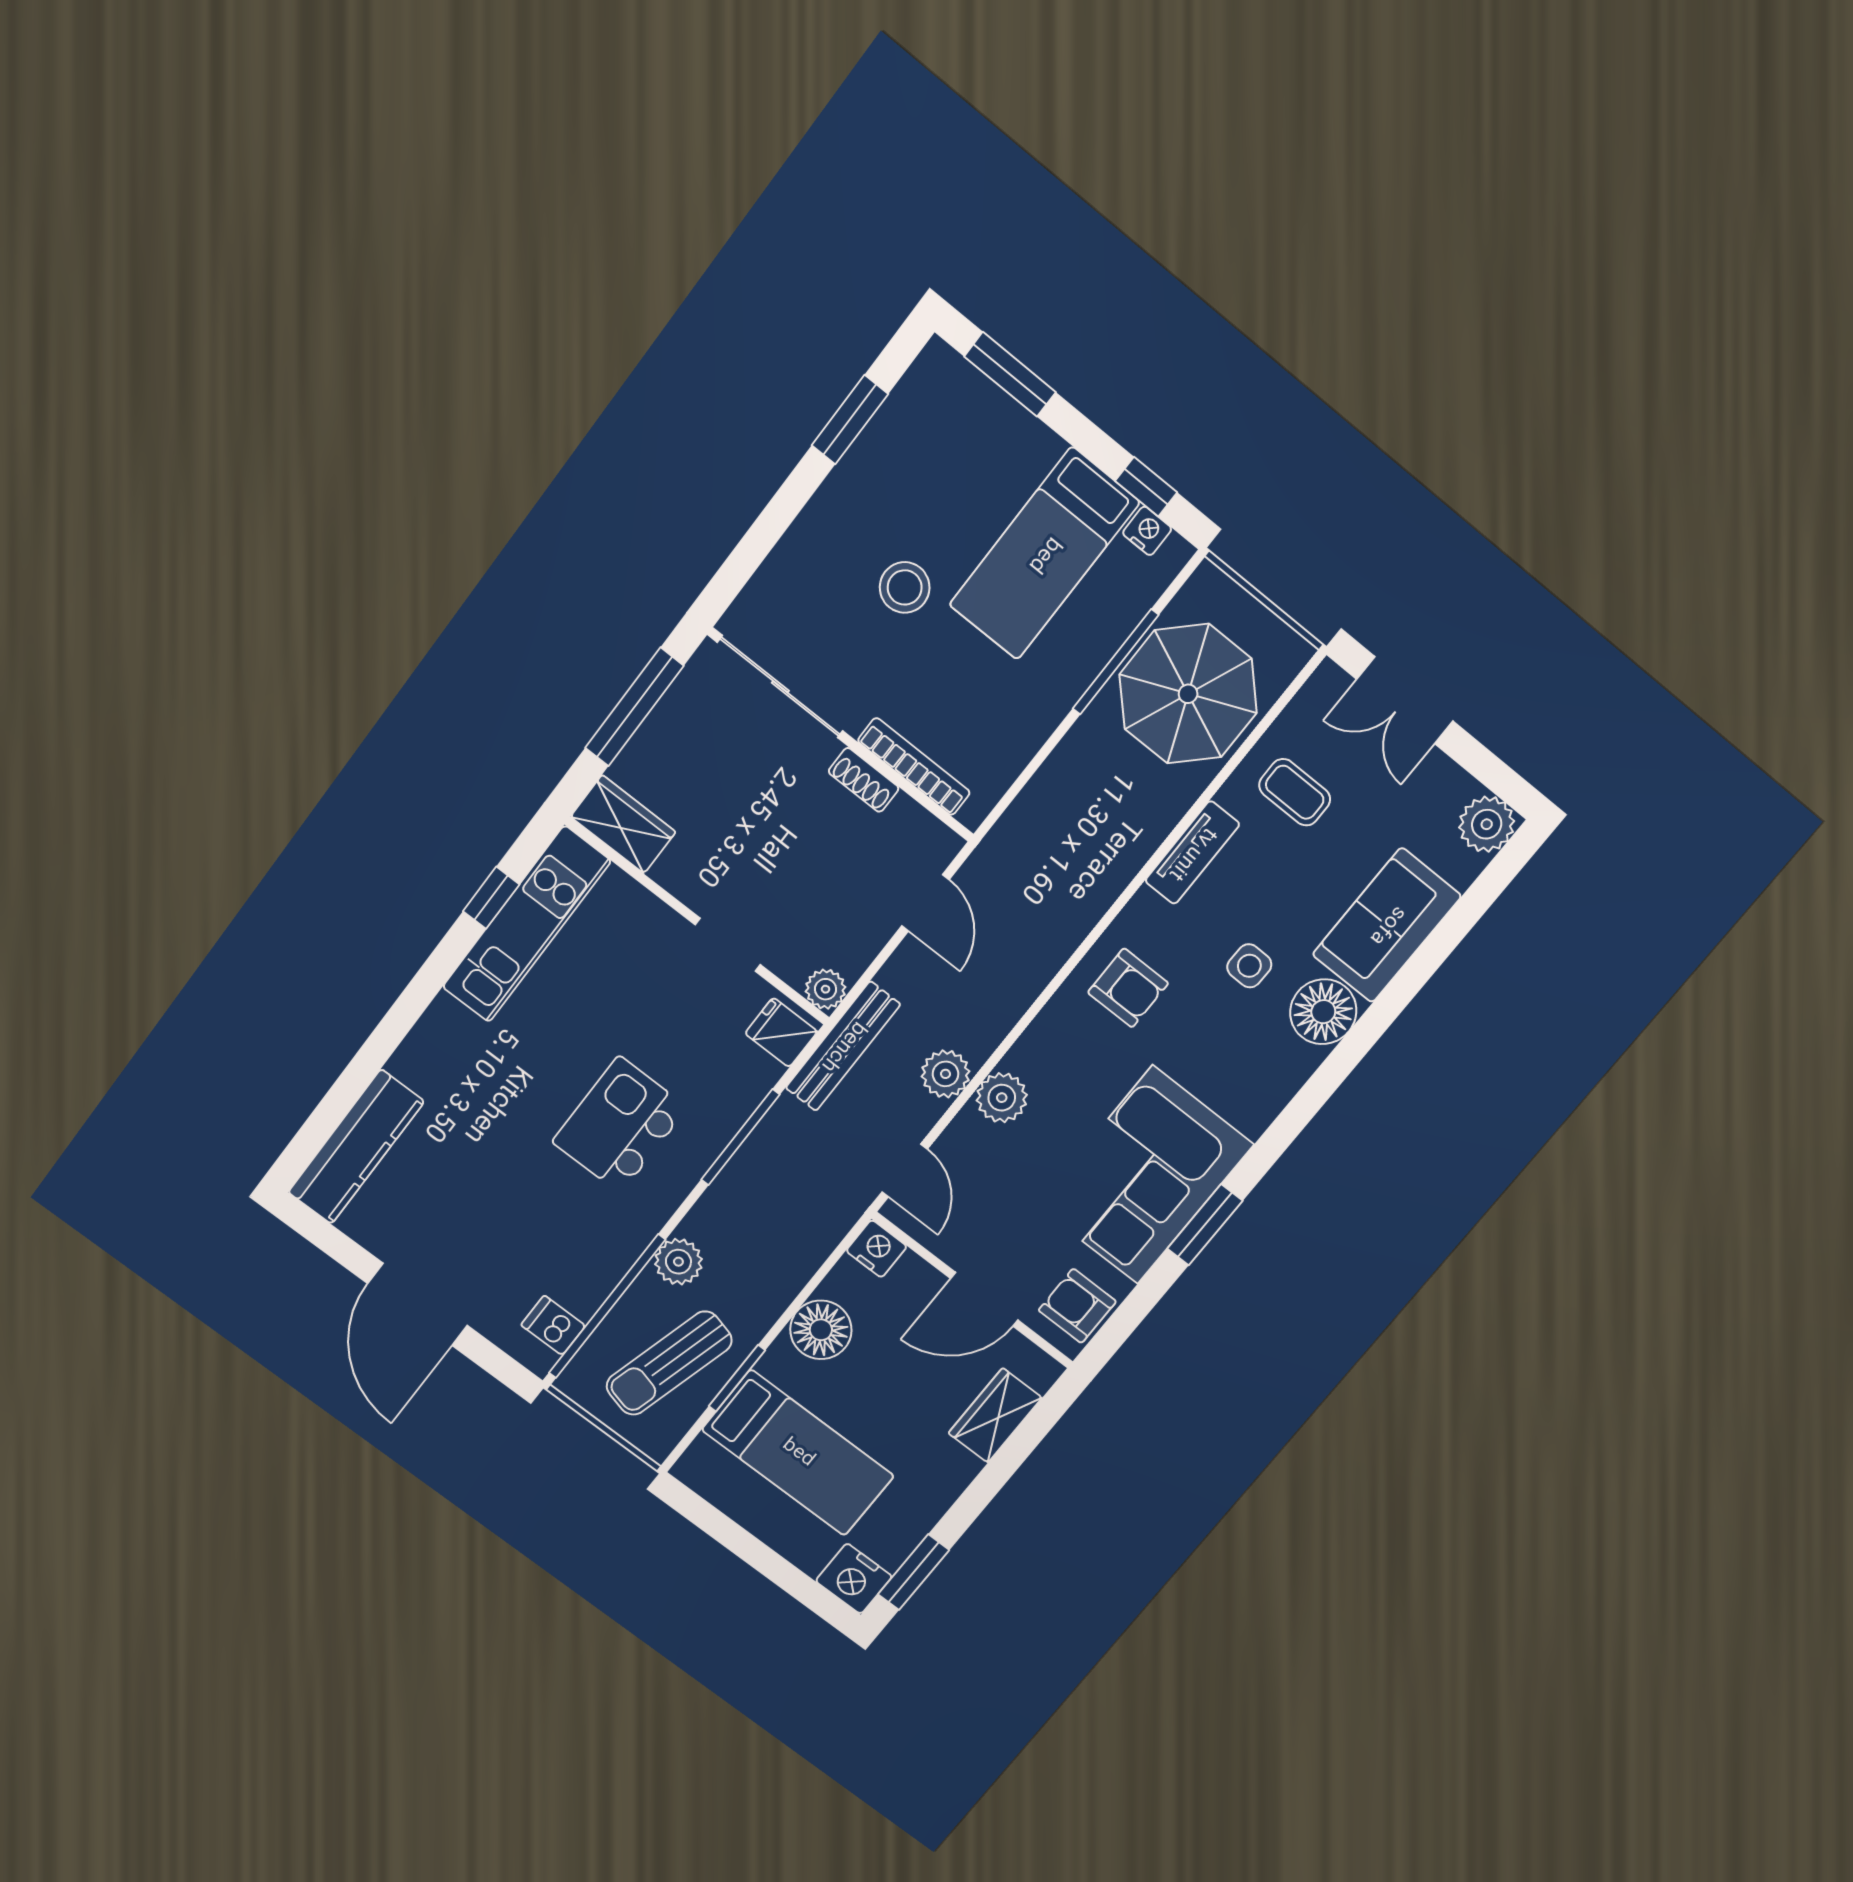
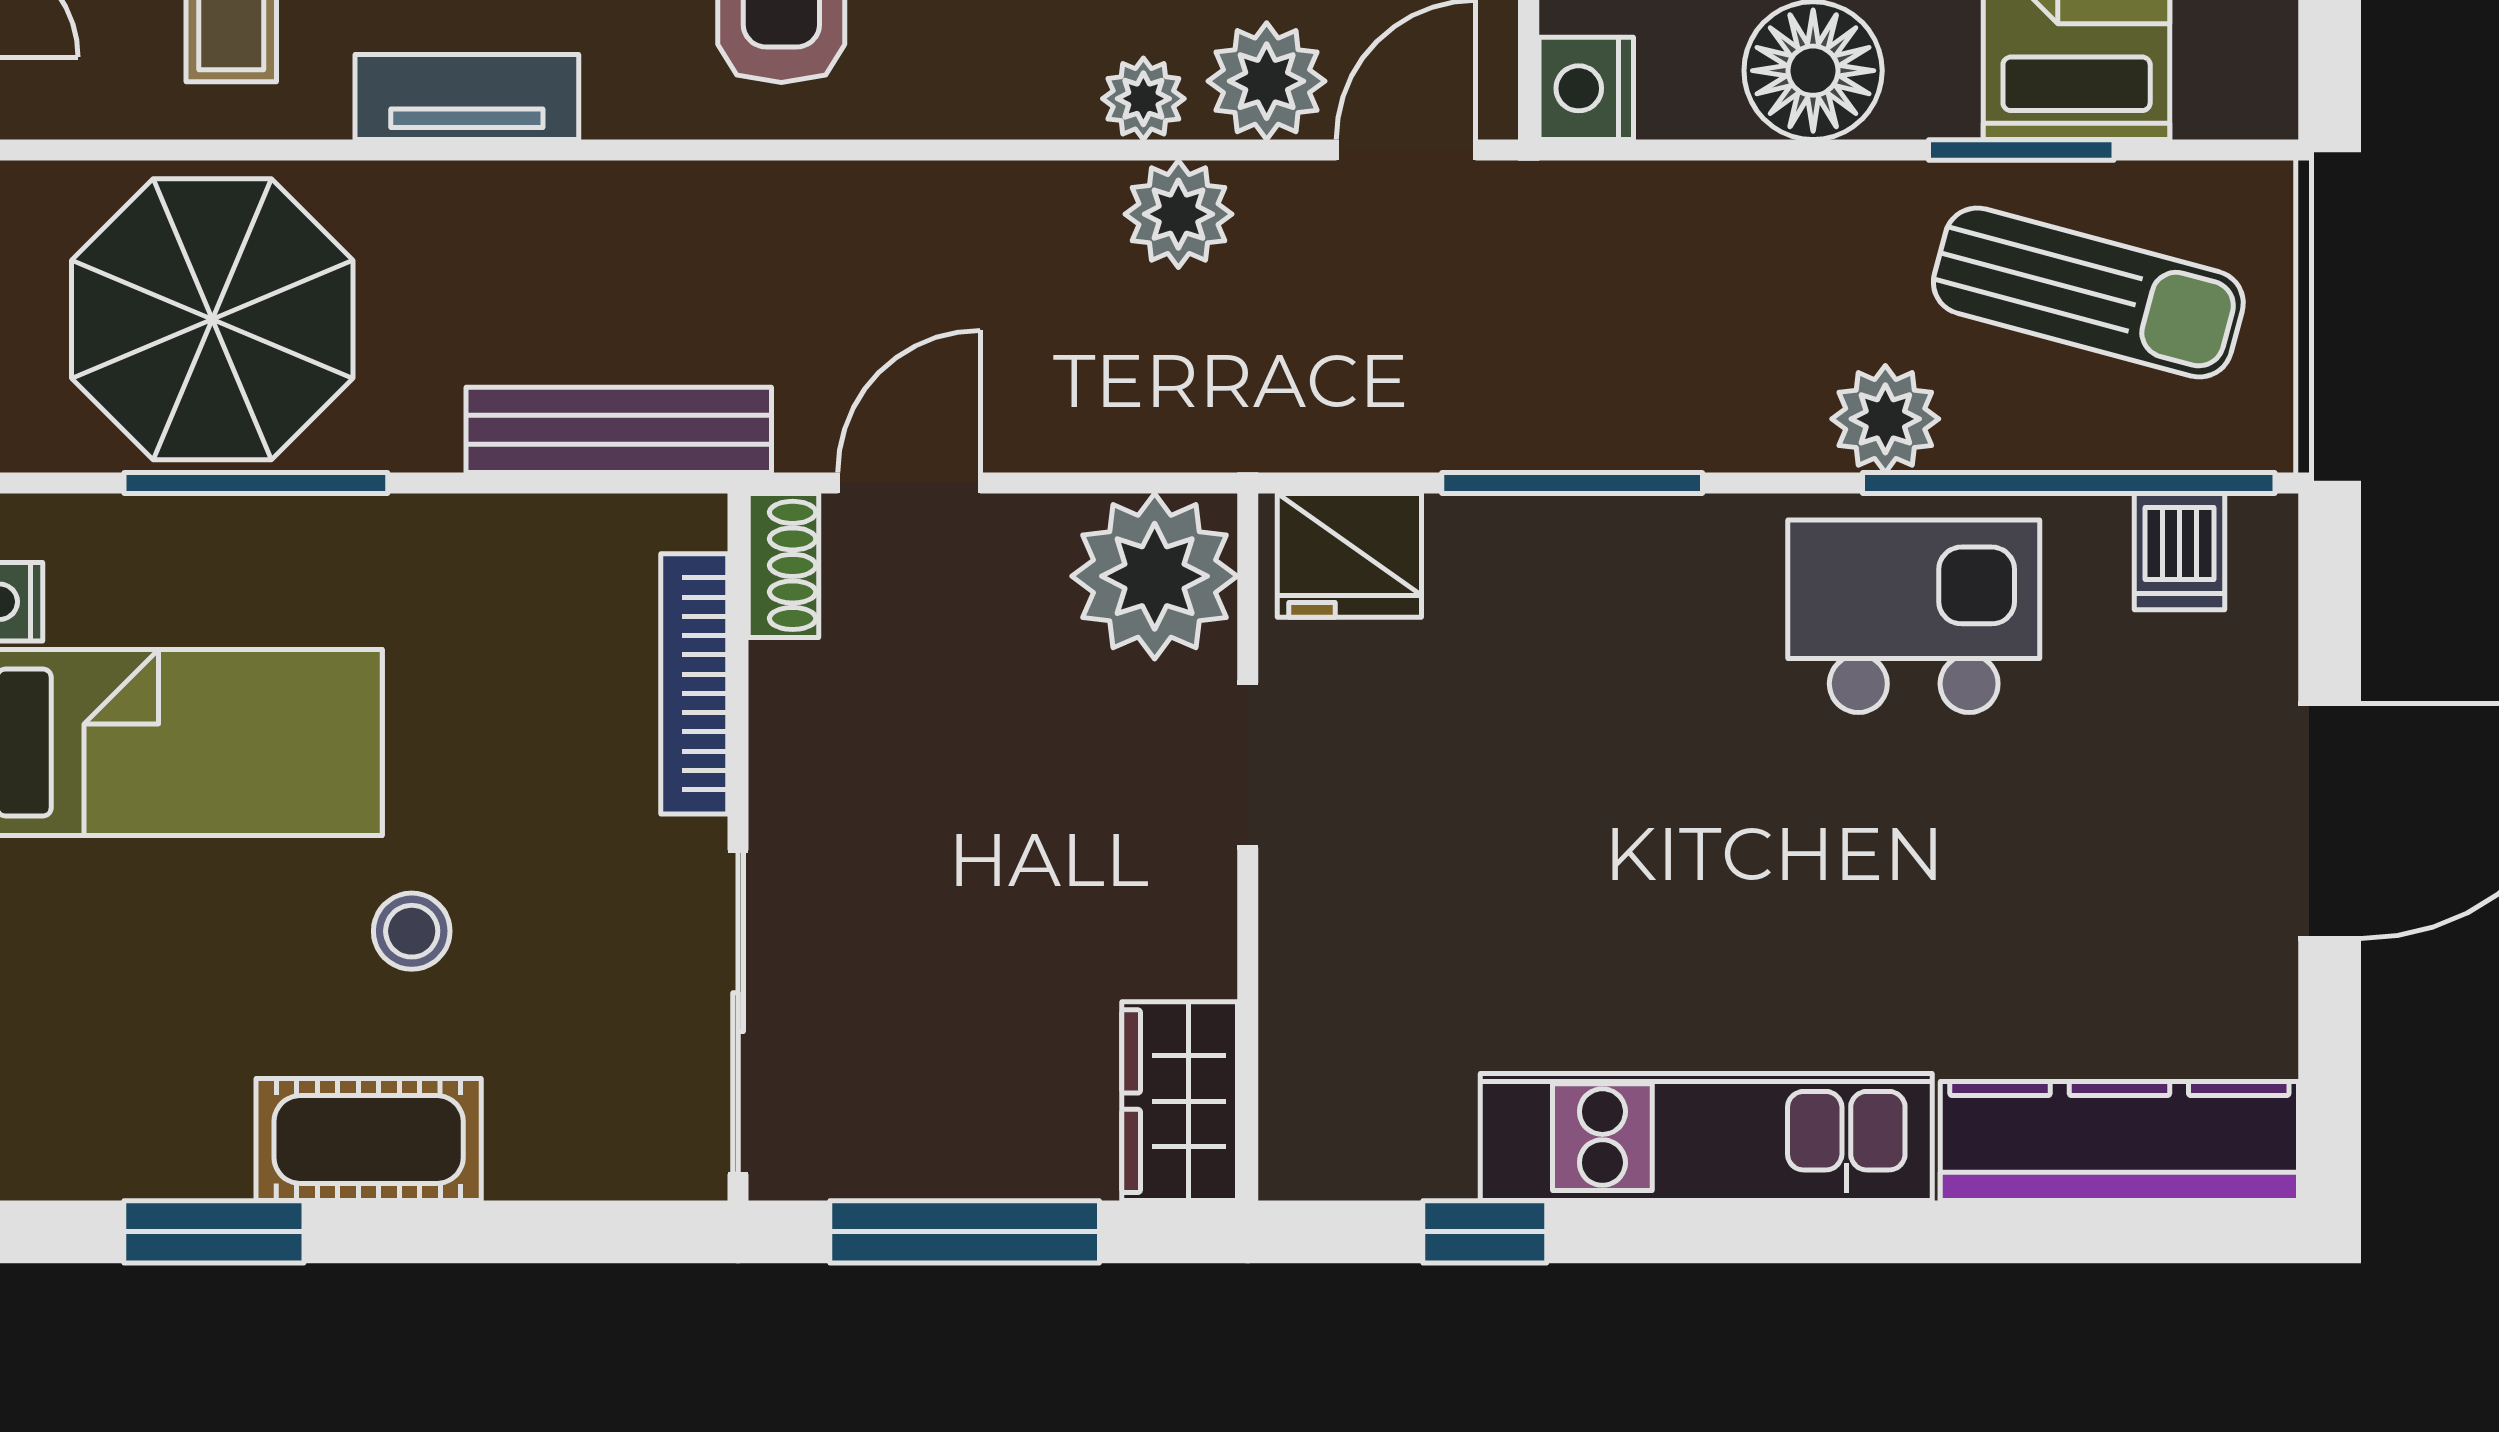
cot: (839, 508) -> (369, 1139), added
stool: (905, 587) -> (412, 931), width x0.73, depth x0.73
shoe rack: (864, 780) -> (783, 565), moved
kitchen unit: (526, 924) -> (1706, 1137), moved
plant: (826, 989) -> (1155, 576), width x1.88, depth x1.88
fridge: (781, 1032) -> (1349, 555), width x1.38
bench: (843, 1046) -> (619, 430), moved
plant: (1002, 1098) -> (1143, 99), width x0.73, depth x0.73
kitchen island: (620, 1125) -> (1914, 616), moved, turned 180
plant: (968, 1141) -> (1267, 81), added

